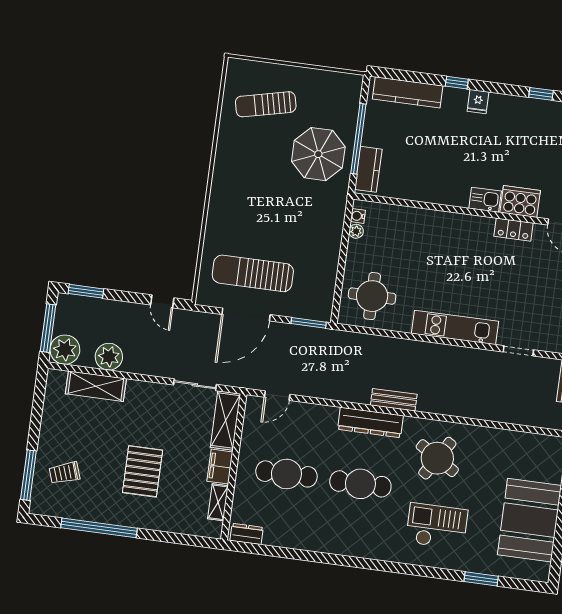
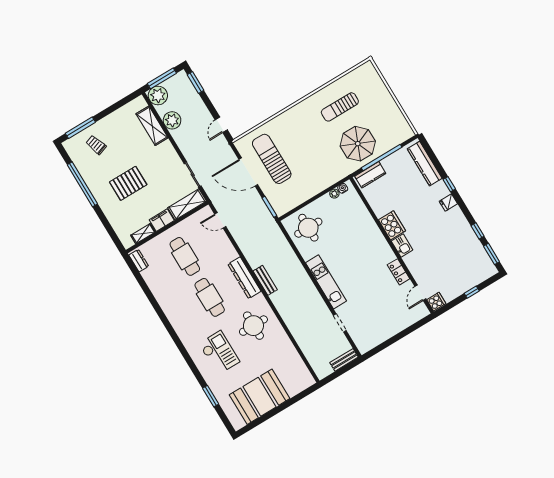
sun lounger: (266, 104) -> (340, 107), moved, turned -77
cooker: (520, 202) -> (392, 225), moved
round table: (437, 458) -> (253, 326), turned -32

